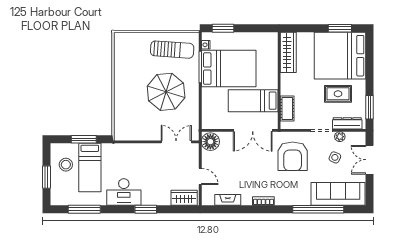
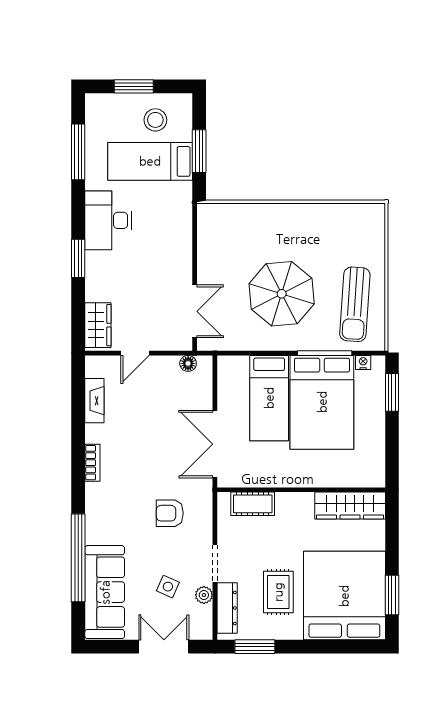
bed: (253, 101) -> (269, 398), moved, turned 180
floor lamp: (210, 142) -> (188, 363), width x0.53, depth x0.53
armchair: (293, 156) -> (170, 513), width x0.53, depth x0.53

